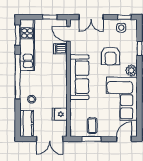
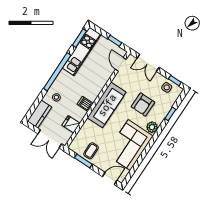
dishwasher: (60, 49) -> (85, 104), moved

